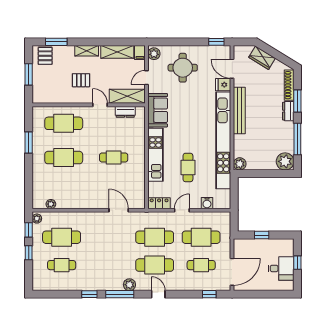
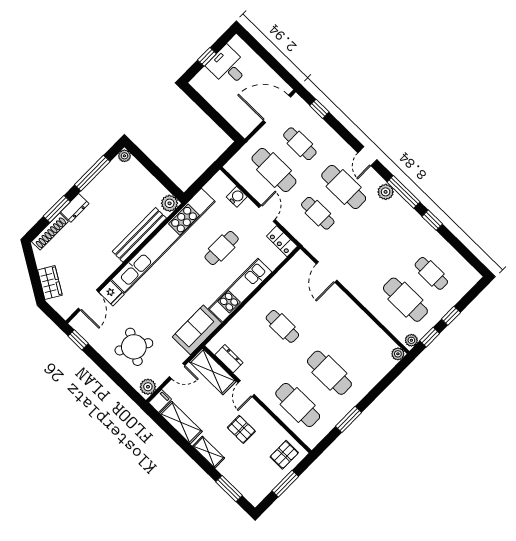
pallet: (45, 56) -> (284, 455), moved
round table: (183, 68) -> (134, 347), turned 31
bench: (239, 110) -> (139, 235), moved
plant: (285, 161) -> (124, 156), width x0.53, depth x0.53
plant: (51, 204) -> (398, 354), moved
door: (182, 210) -> (267, 213), swing flipped
window: (262, 235) -> (215, 116), removed
cafe table: (155, 237) -> (318, 213), width x0.73, depth x0.74

